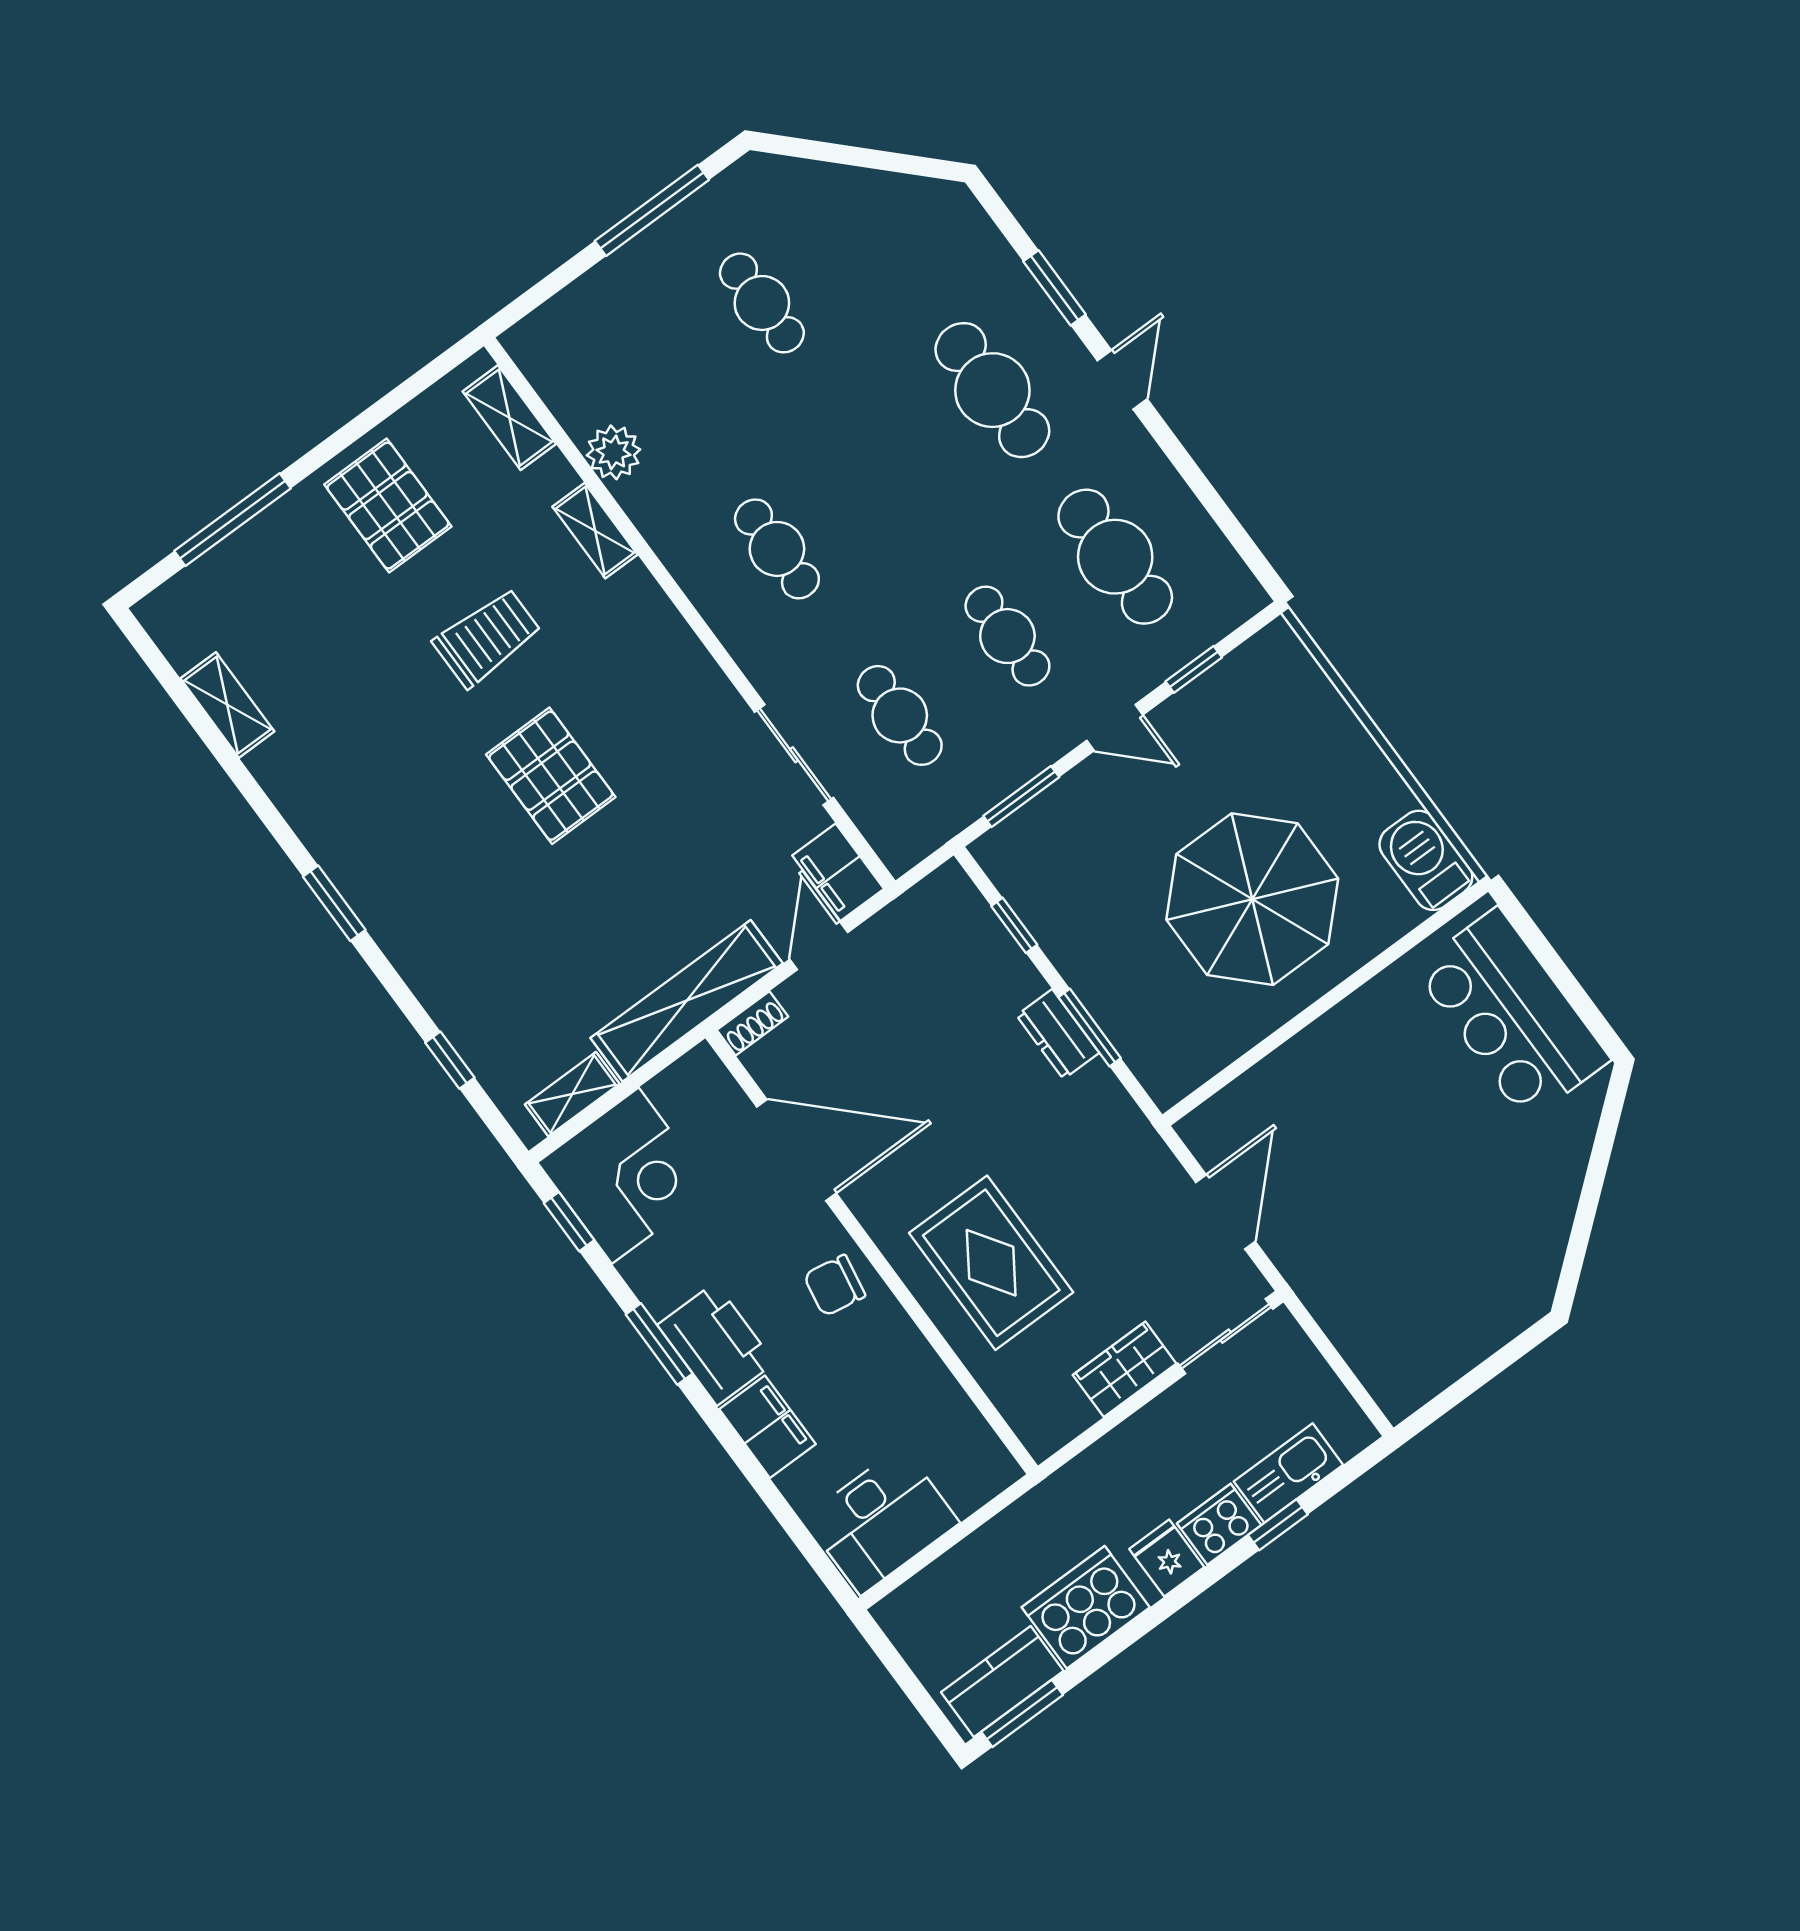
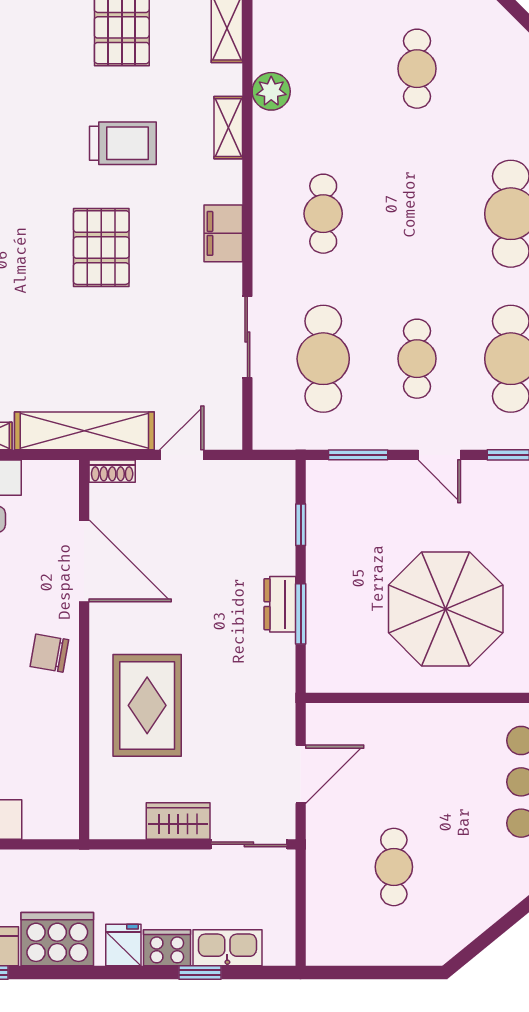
cafe table: (900, 715) -> (323, 359), width x1.37, depth x1.35
filing cabinet: (838, 872) -> (223, 233), moved
cafe table: (1411, 1239) -> (394, 867), added

